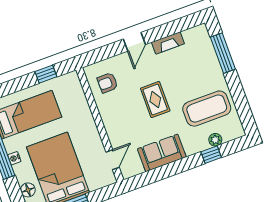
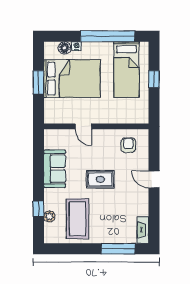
fireplace: (168, 43) -> (143, 230), moved
window: (46, 74) -> (154, 79), moved
nightstand: (14, 158) -> (77, 46), moved
door: (113, 160) -> (83, 126), moved

